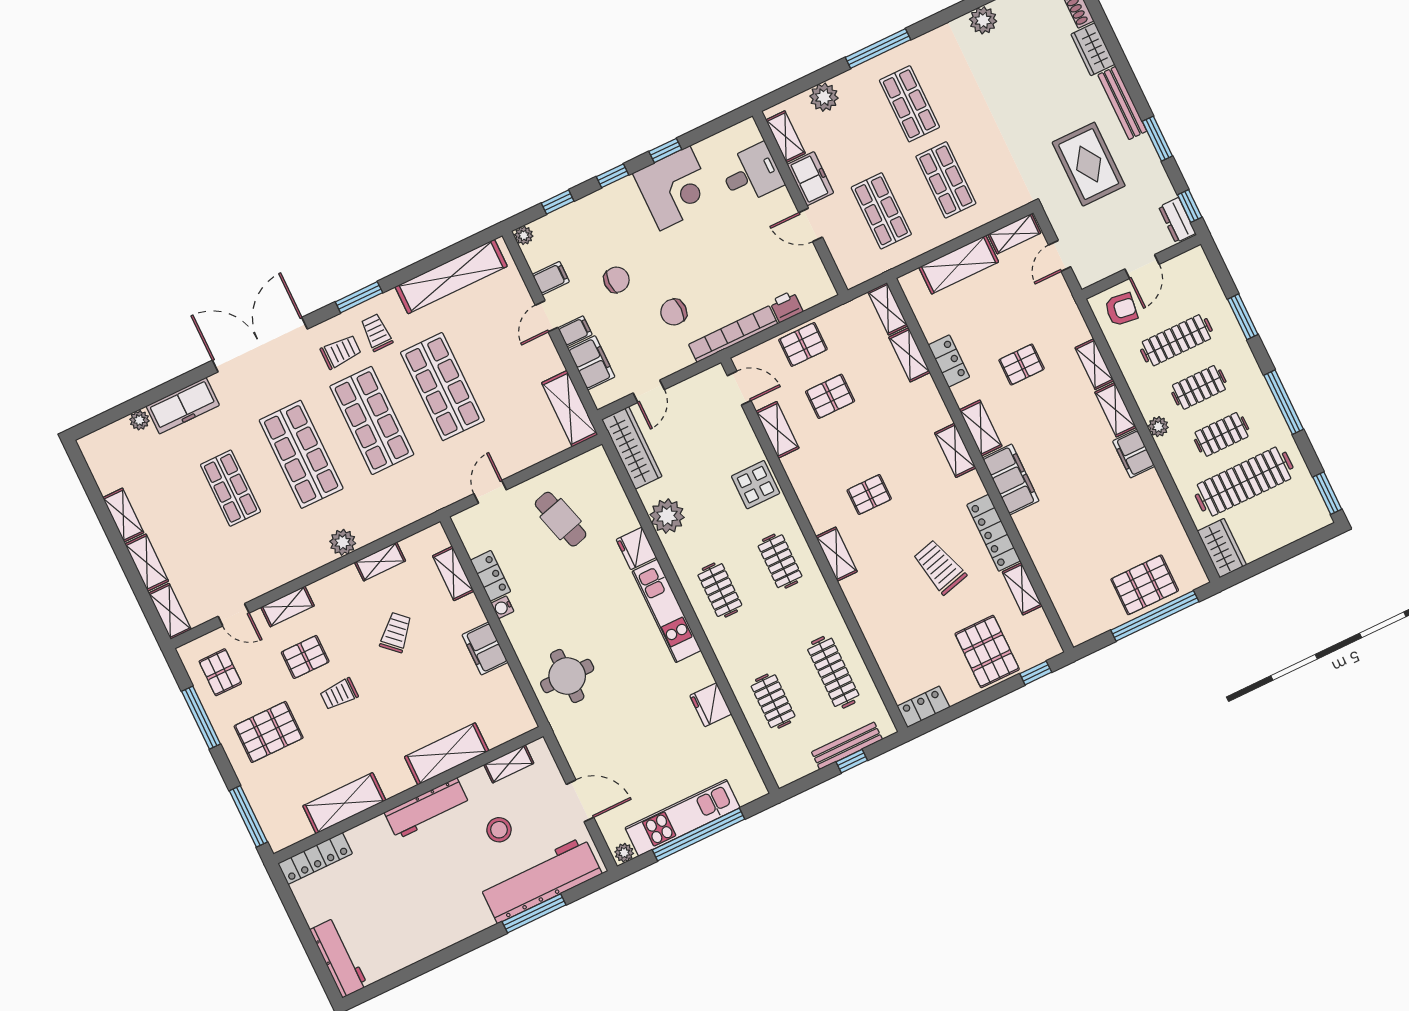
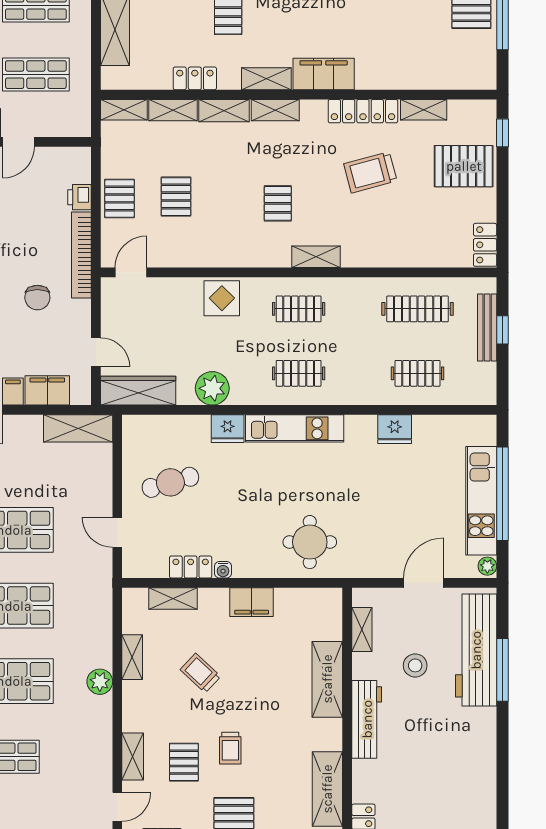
shelving: (777, 430) -> (224, 111), moved

